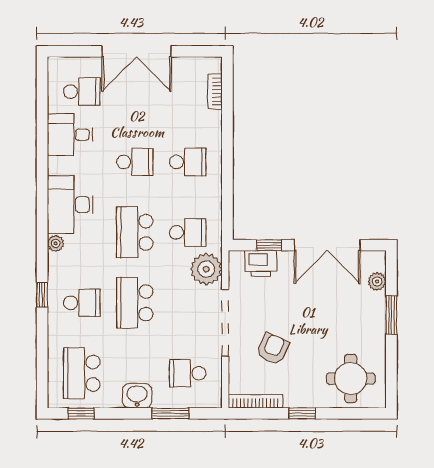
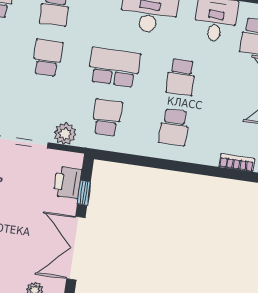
school desk: (188, 232) -> (107, 118), turned 180
plant: (206, 269) -> (65, 134), width x0.73, depth x0.73
school desk: (135, 303) -> (48, 58), width x0.54

